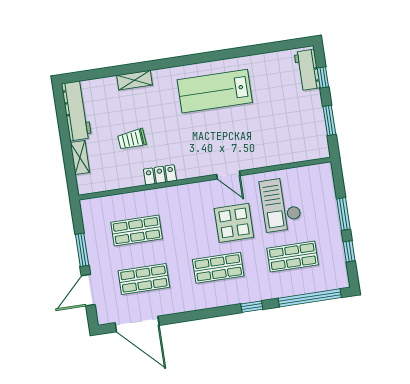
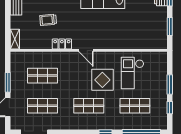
shelving: (80, 158) -> (15, 39), moved
door: (228, 175) -> (86, 50), moved

